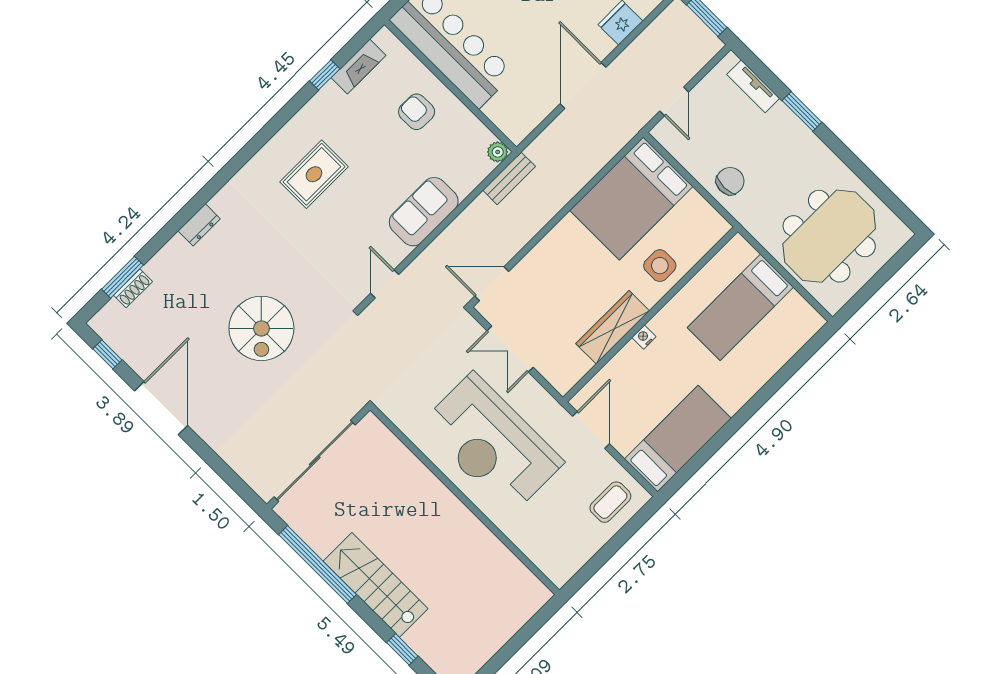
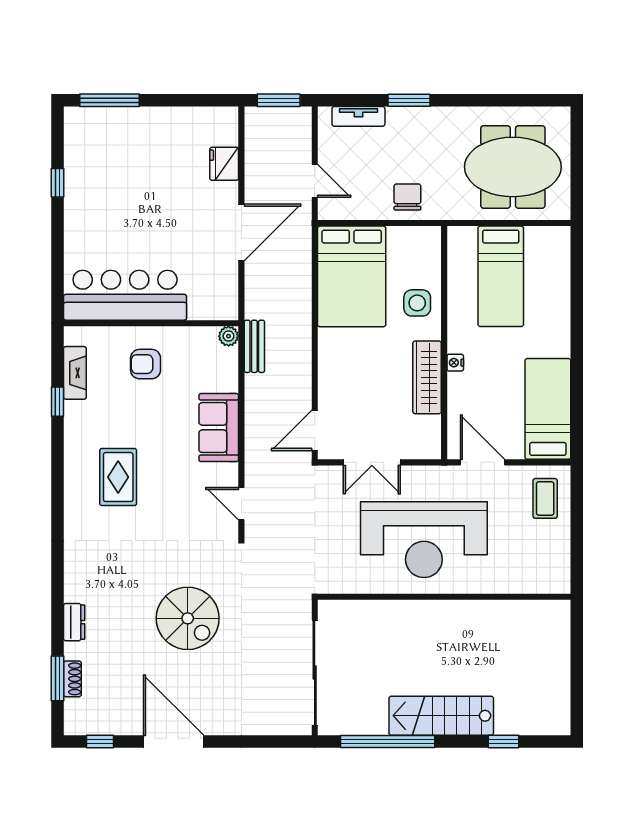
door: (583, 86) -> (241, 232), swing flipped
dresser: (199, 225) -> (74, 622), moved
meeting table: (829, 236) -> (513, 167), turned 90

